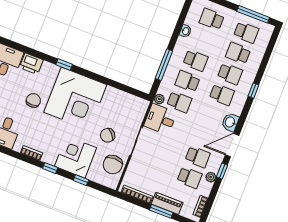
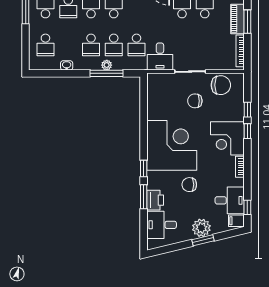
window: (38, 54) -> (144, 197), added
school desk: (195, 61) -> (91, 45), turned 180
plant: (159, 99) -> (107, 65), moved
school desk: (179, 102) -> (136, 45), turned 180
chair: (108, 135) -> (195, 101), turned 133
corner desk: (75, 157) -> (227, 138), moved
window: (50, 168) -> (247, 131), moved

